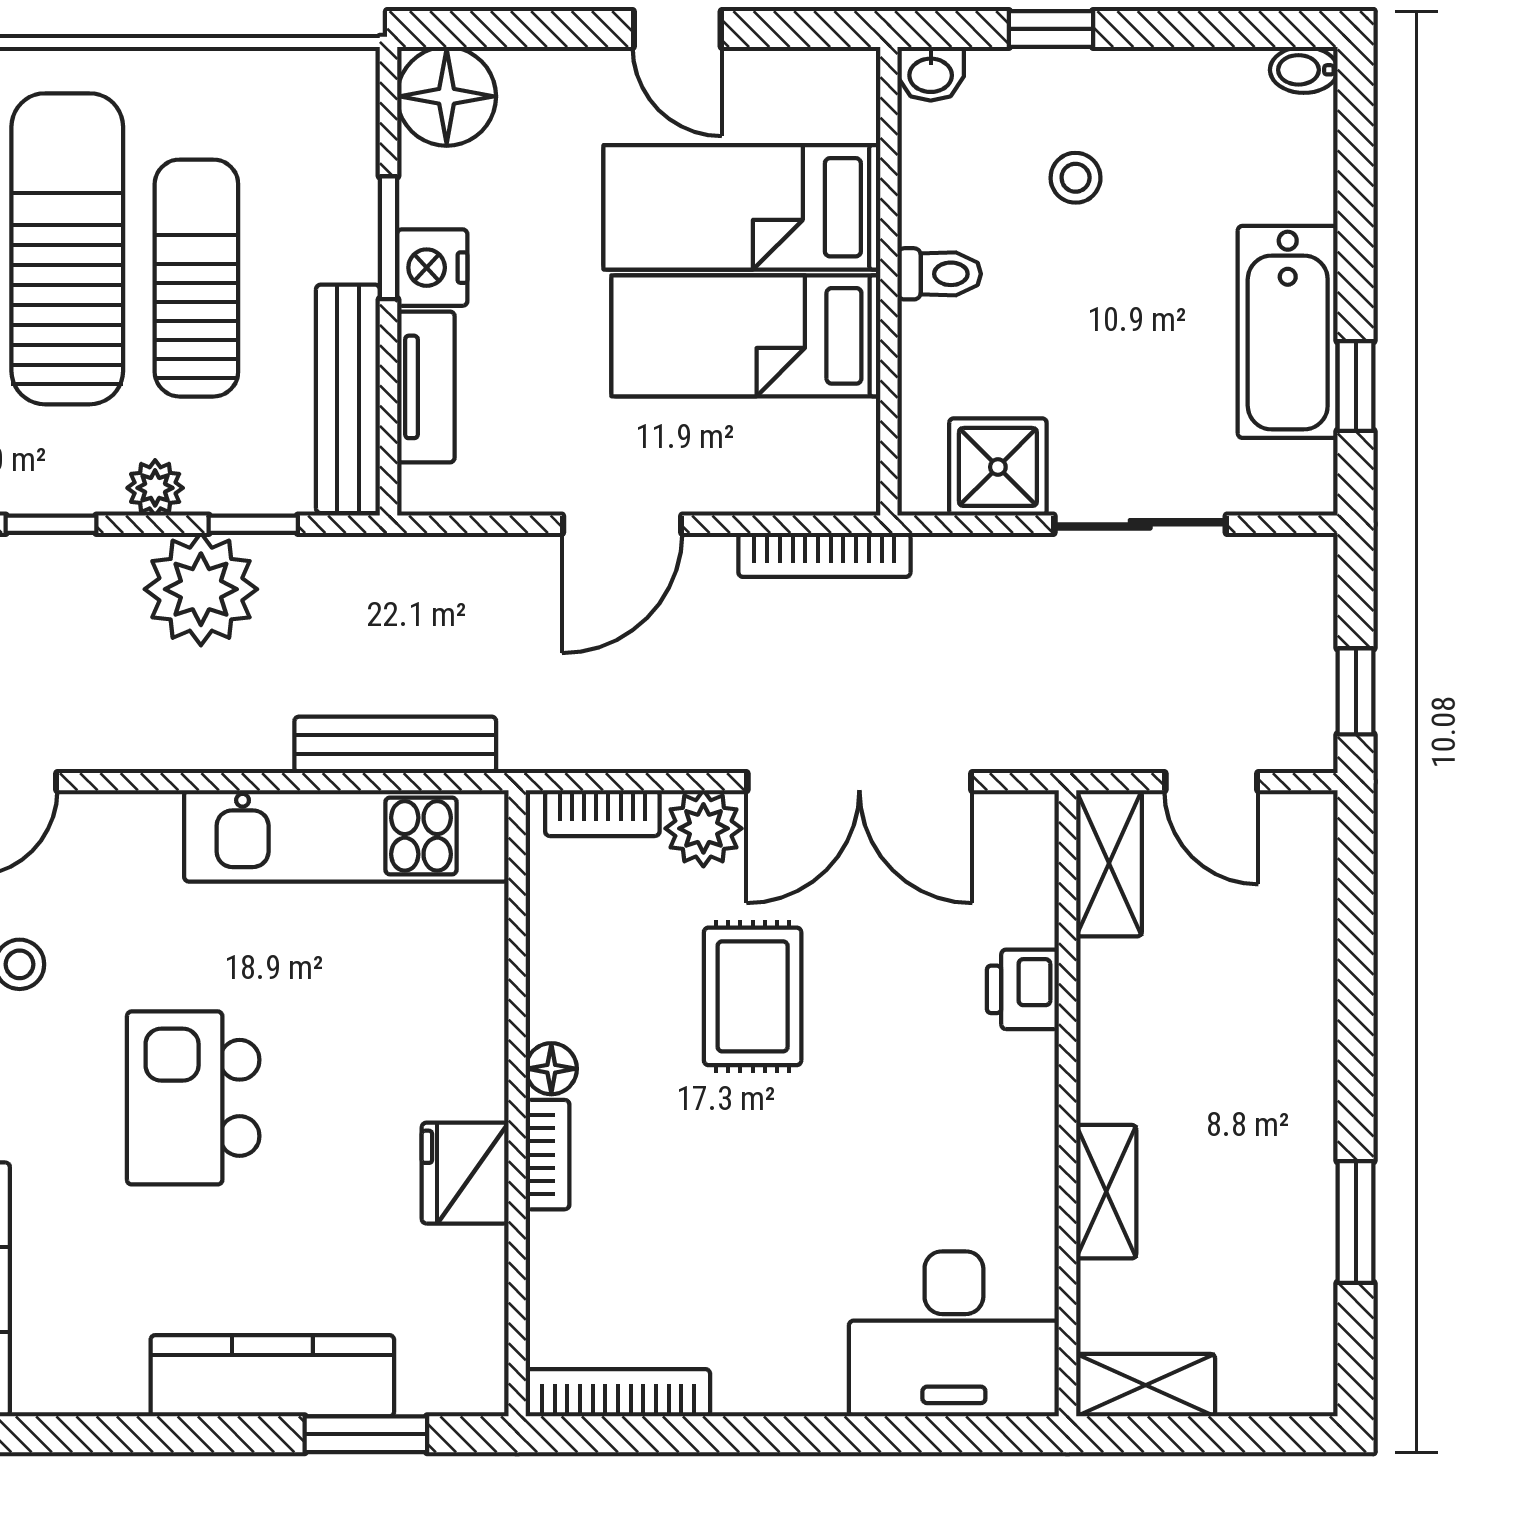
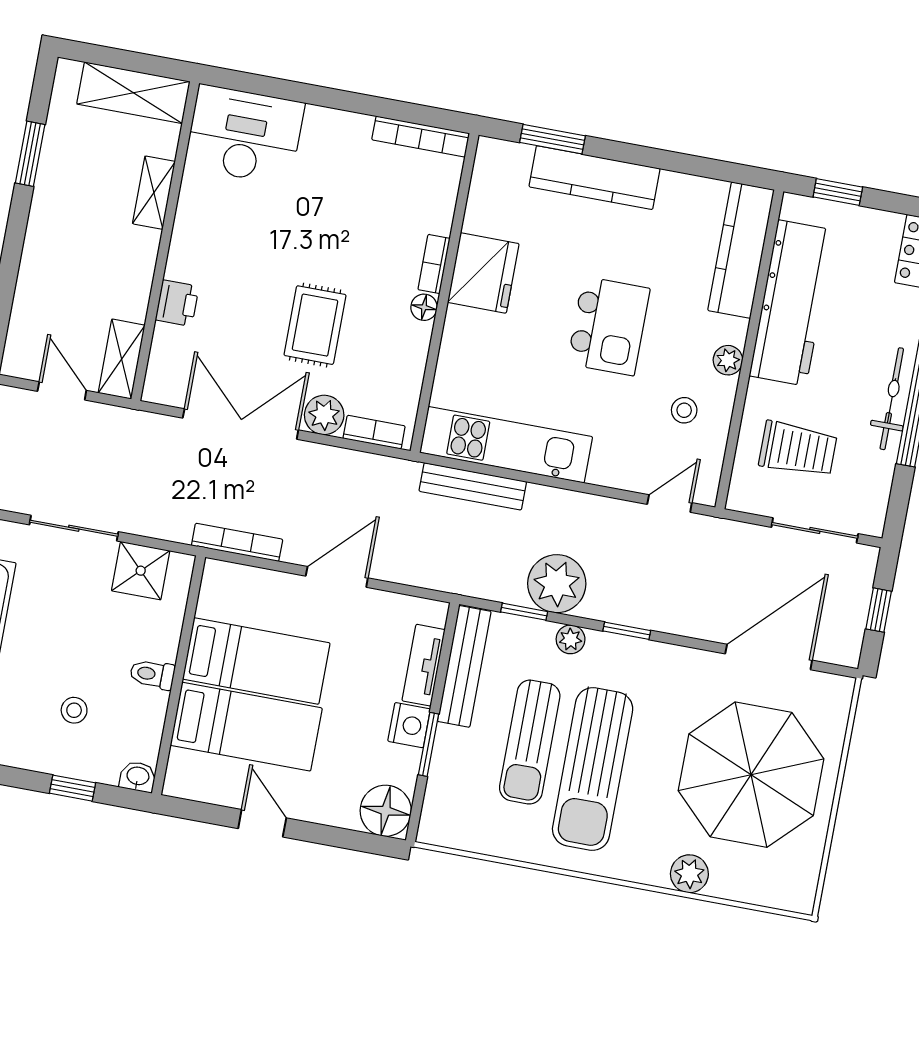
fridge: (465, 1173) -> (483, 273), width x1.36, depth x1.34
shelving: (1146, 1385) -> (133, 93), width x1.50, depth x1.33

